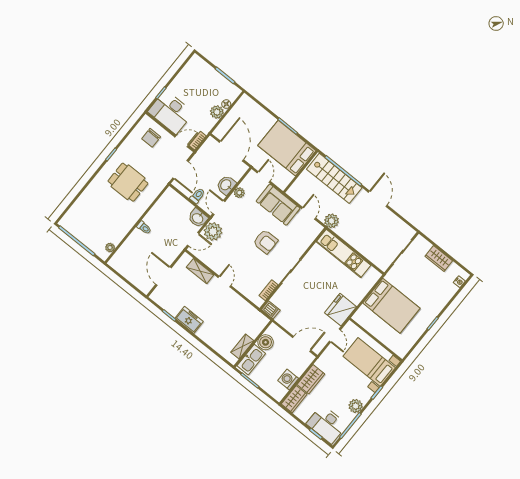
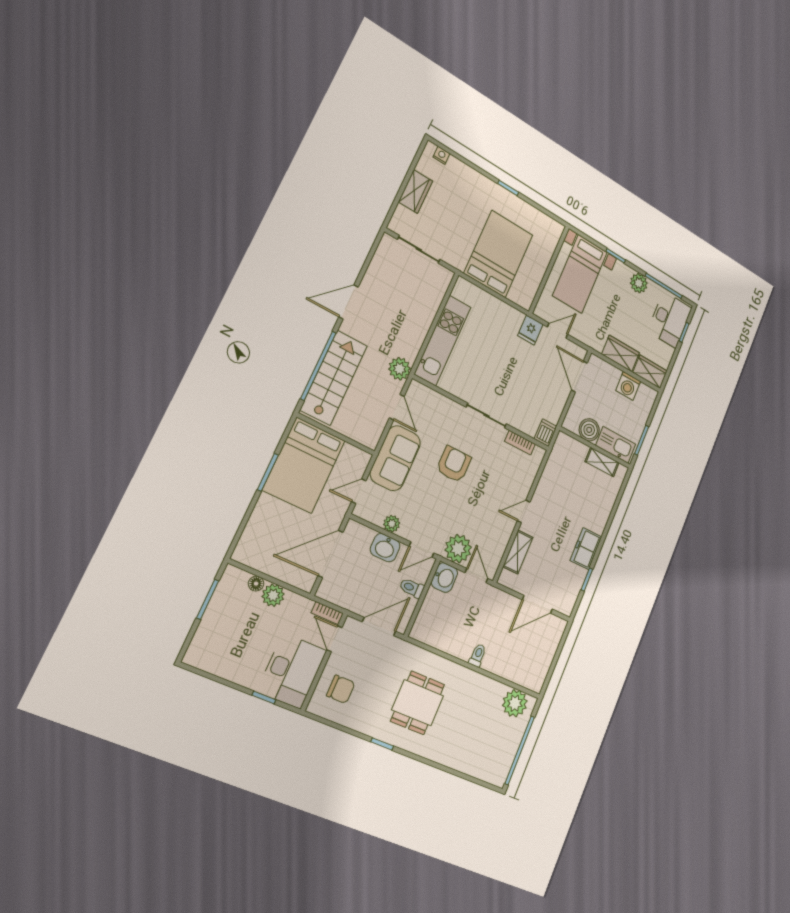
door: (309, 213) -> (397, 407), swing flipped
plant: (110, 248) -> (515, 703), width x1.87, depth x1.87
fridge: (341, 310) -> (530, 330), width x0.53, depth x0.75

